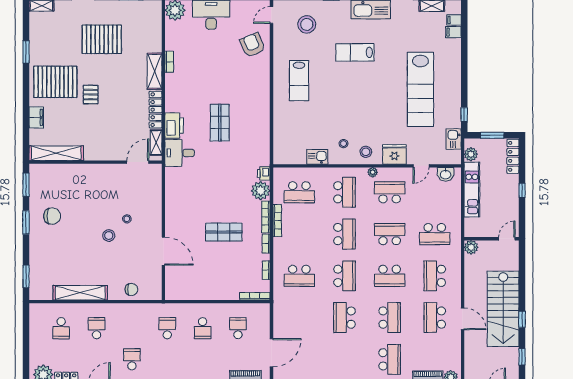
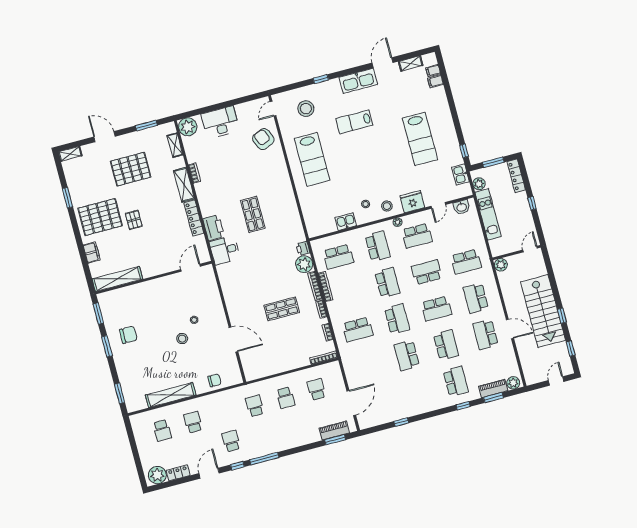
lab bench: (299, 81) -> (312, 159), width x1.36, depth x1.39
lab bench: (420, 89) -> (420, 139), width x0.73
shelving: (156, 143) -> (175, 145), moved
school desk: (390, 192) -> (417, 236), turned 180

